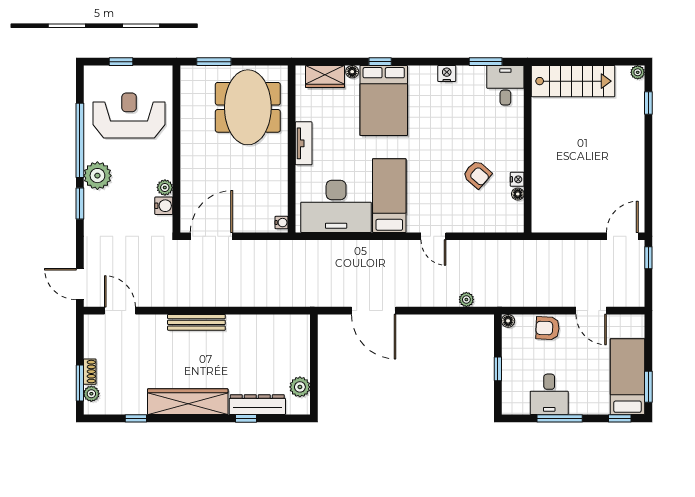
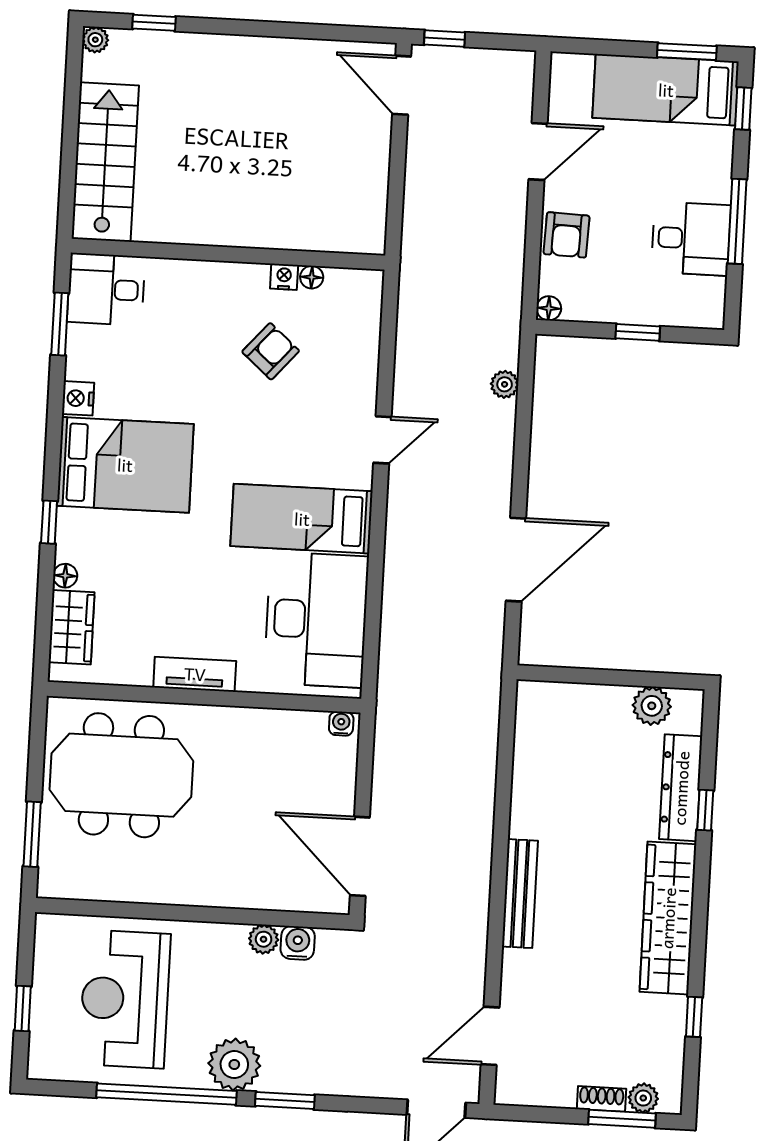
bed: (384, 100) -> (125, 465), moved

